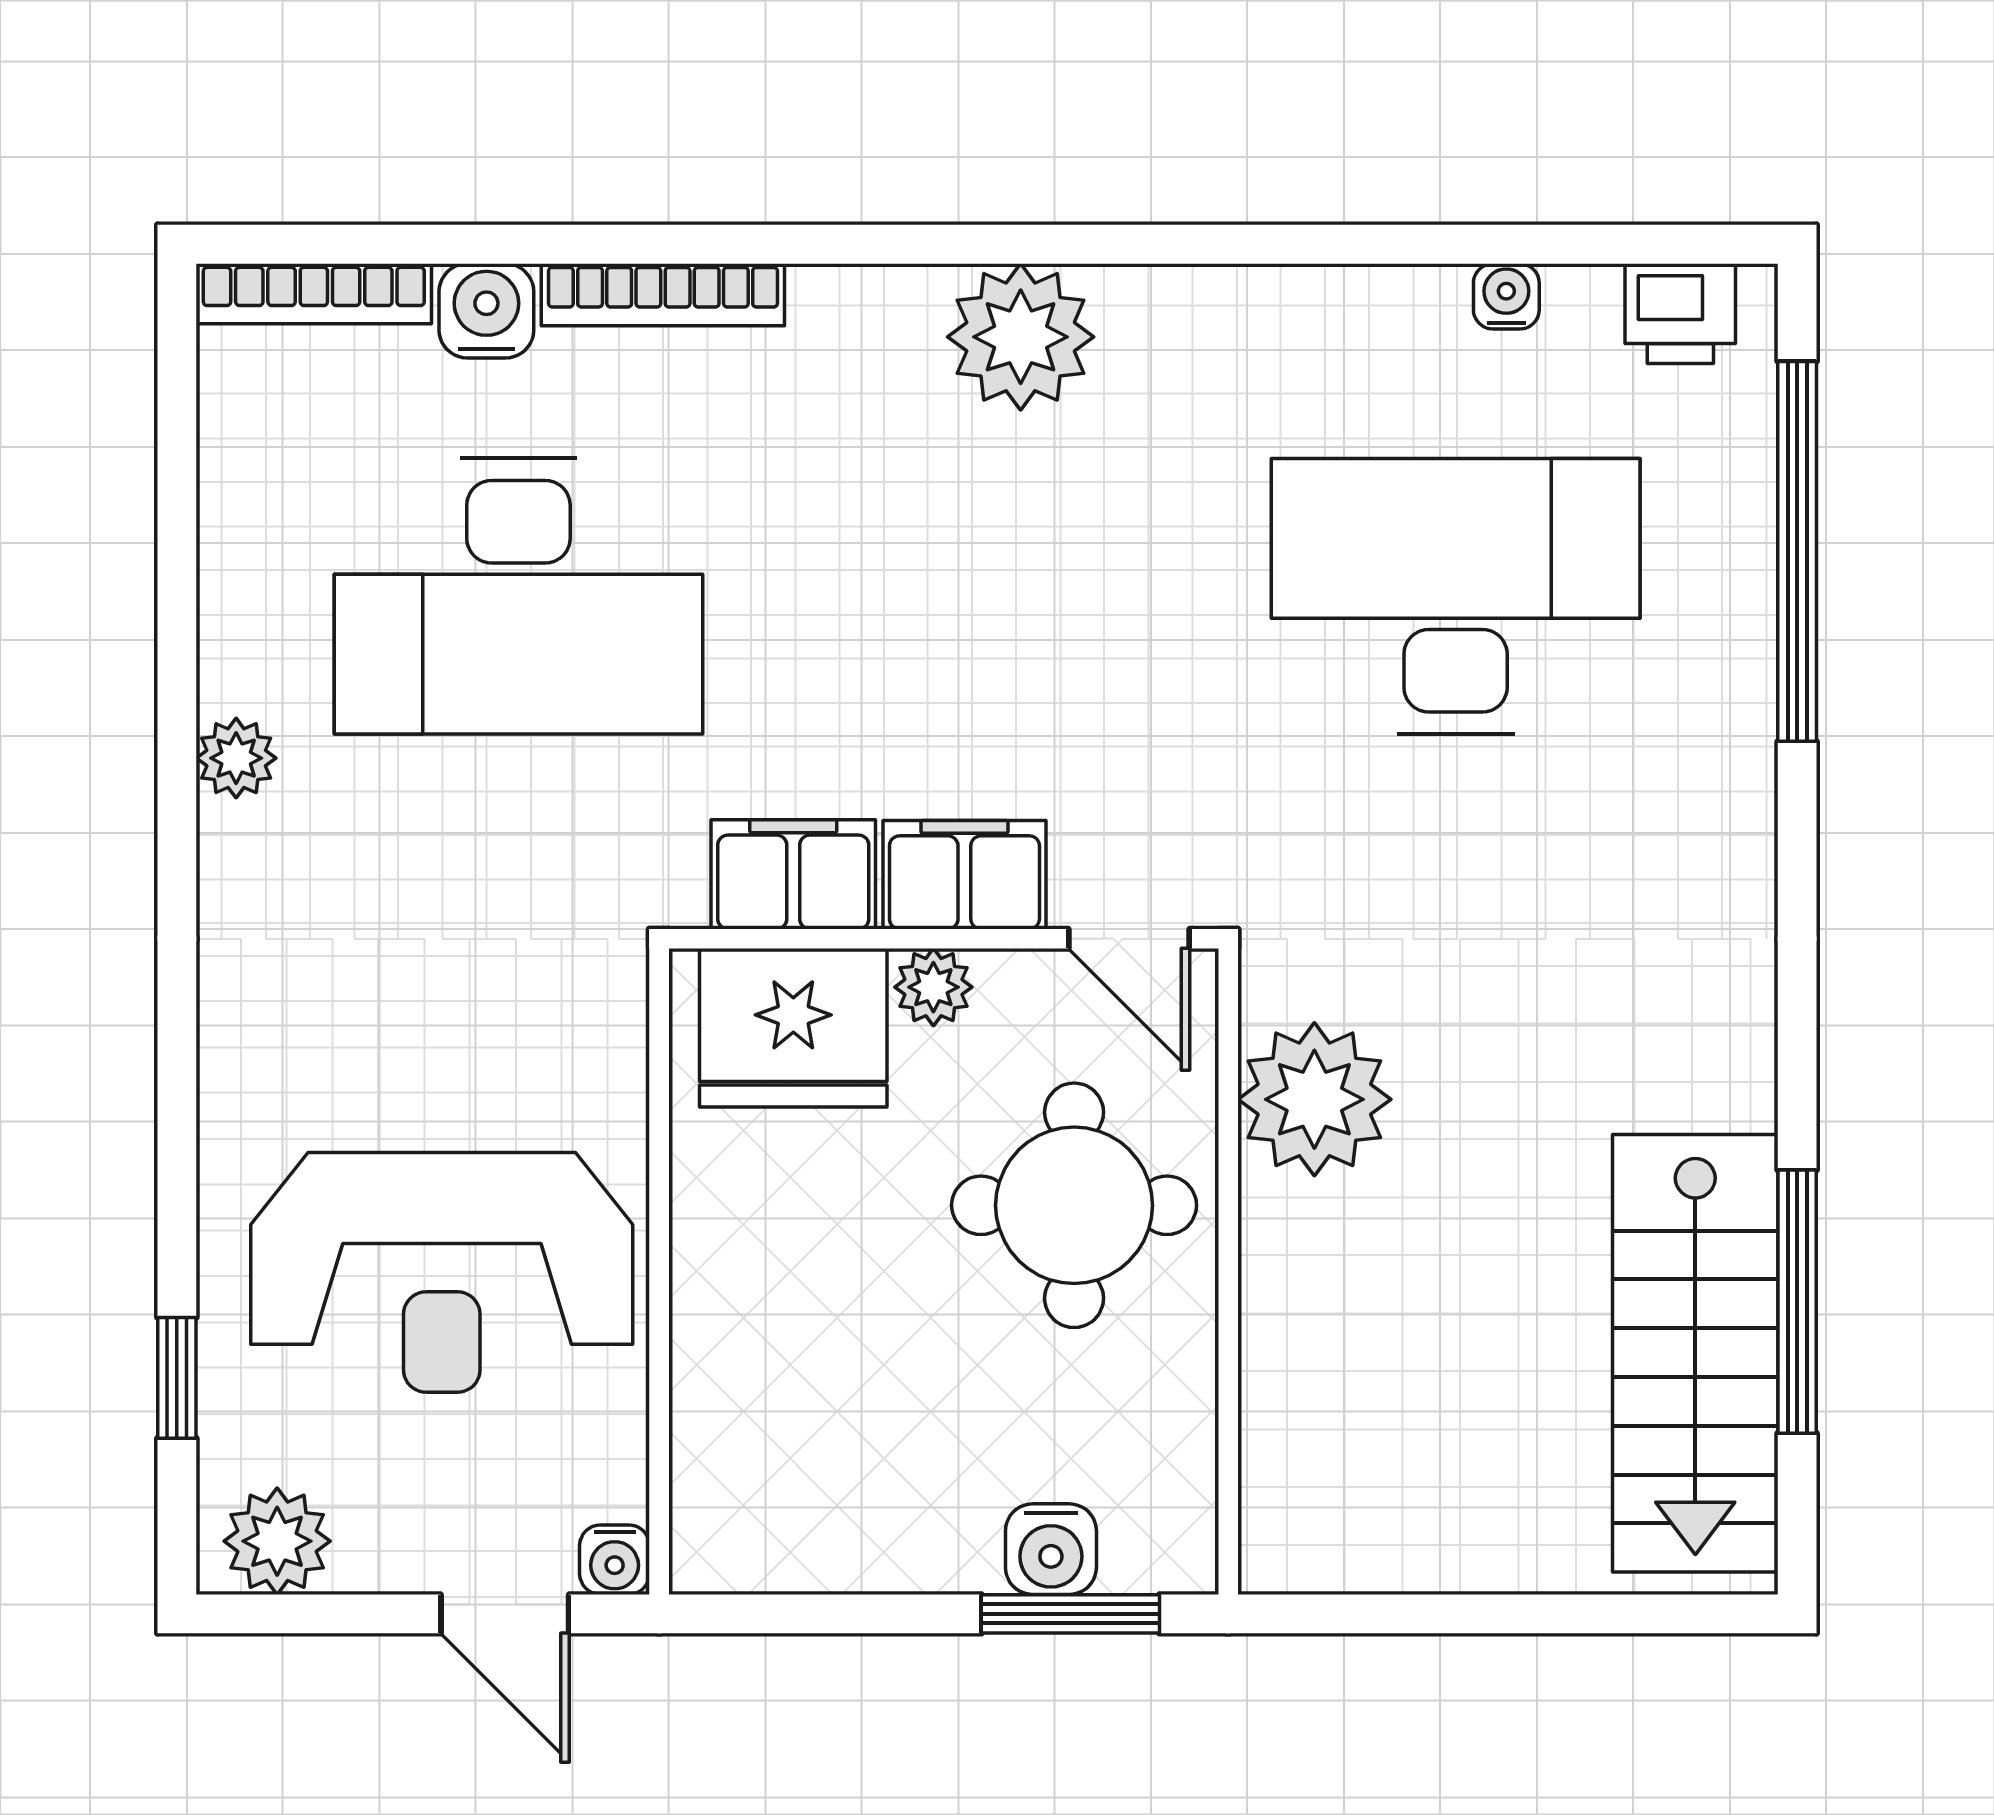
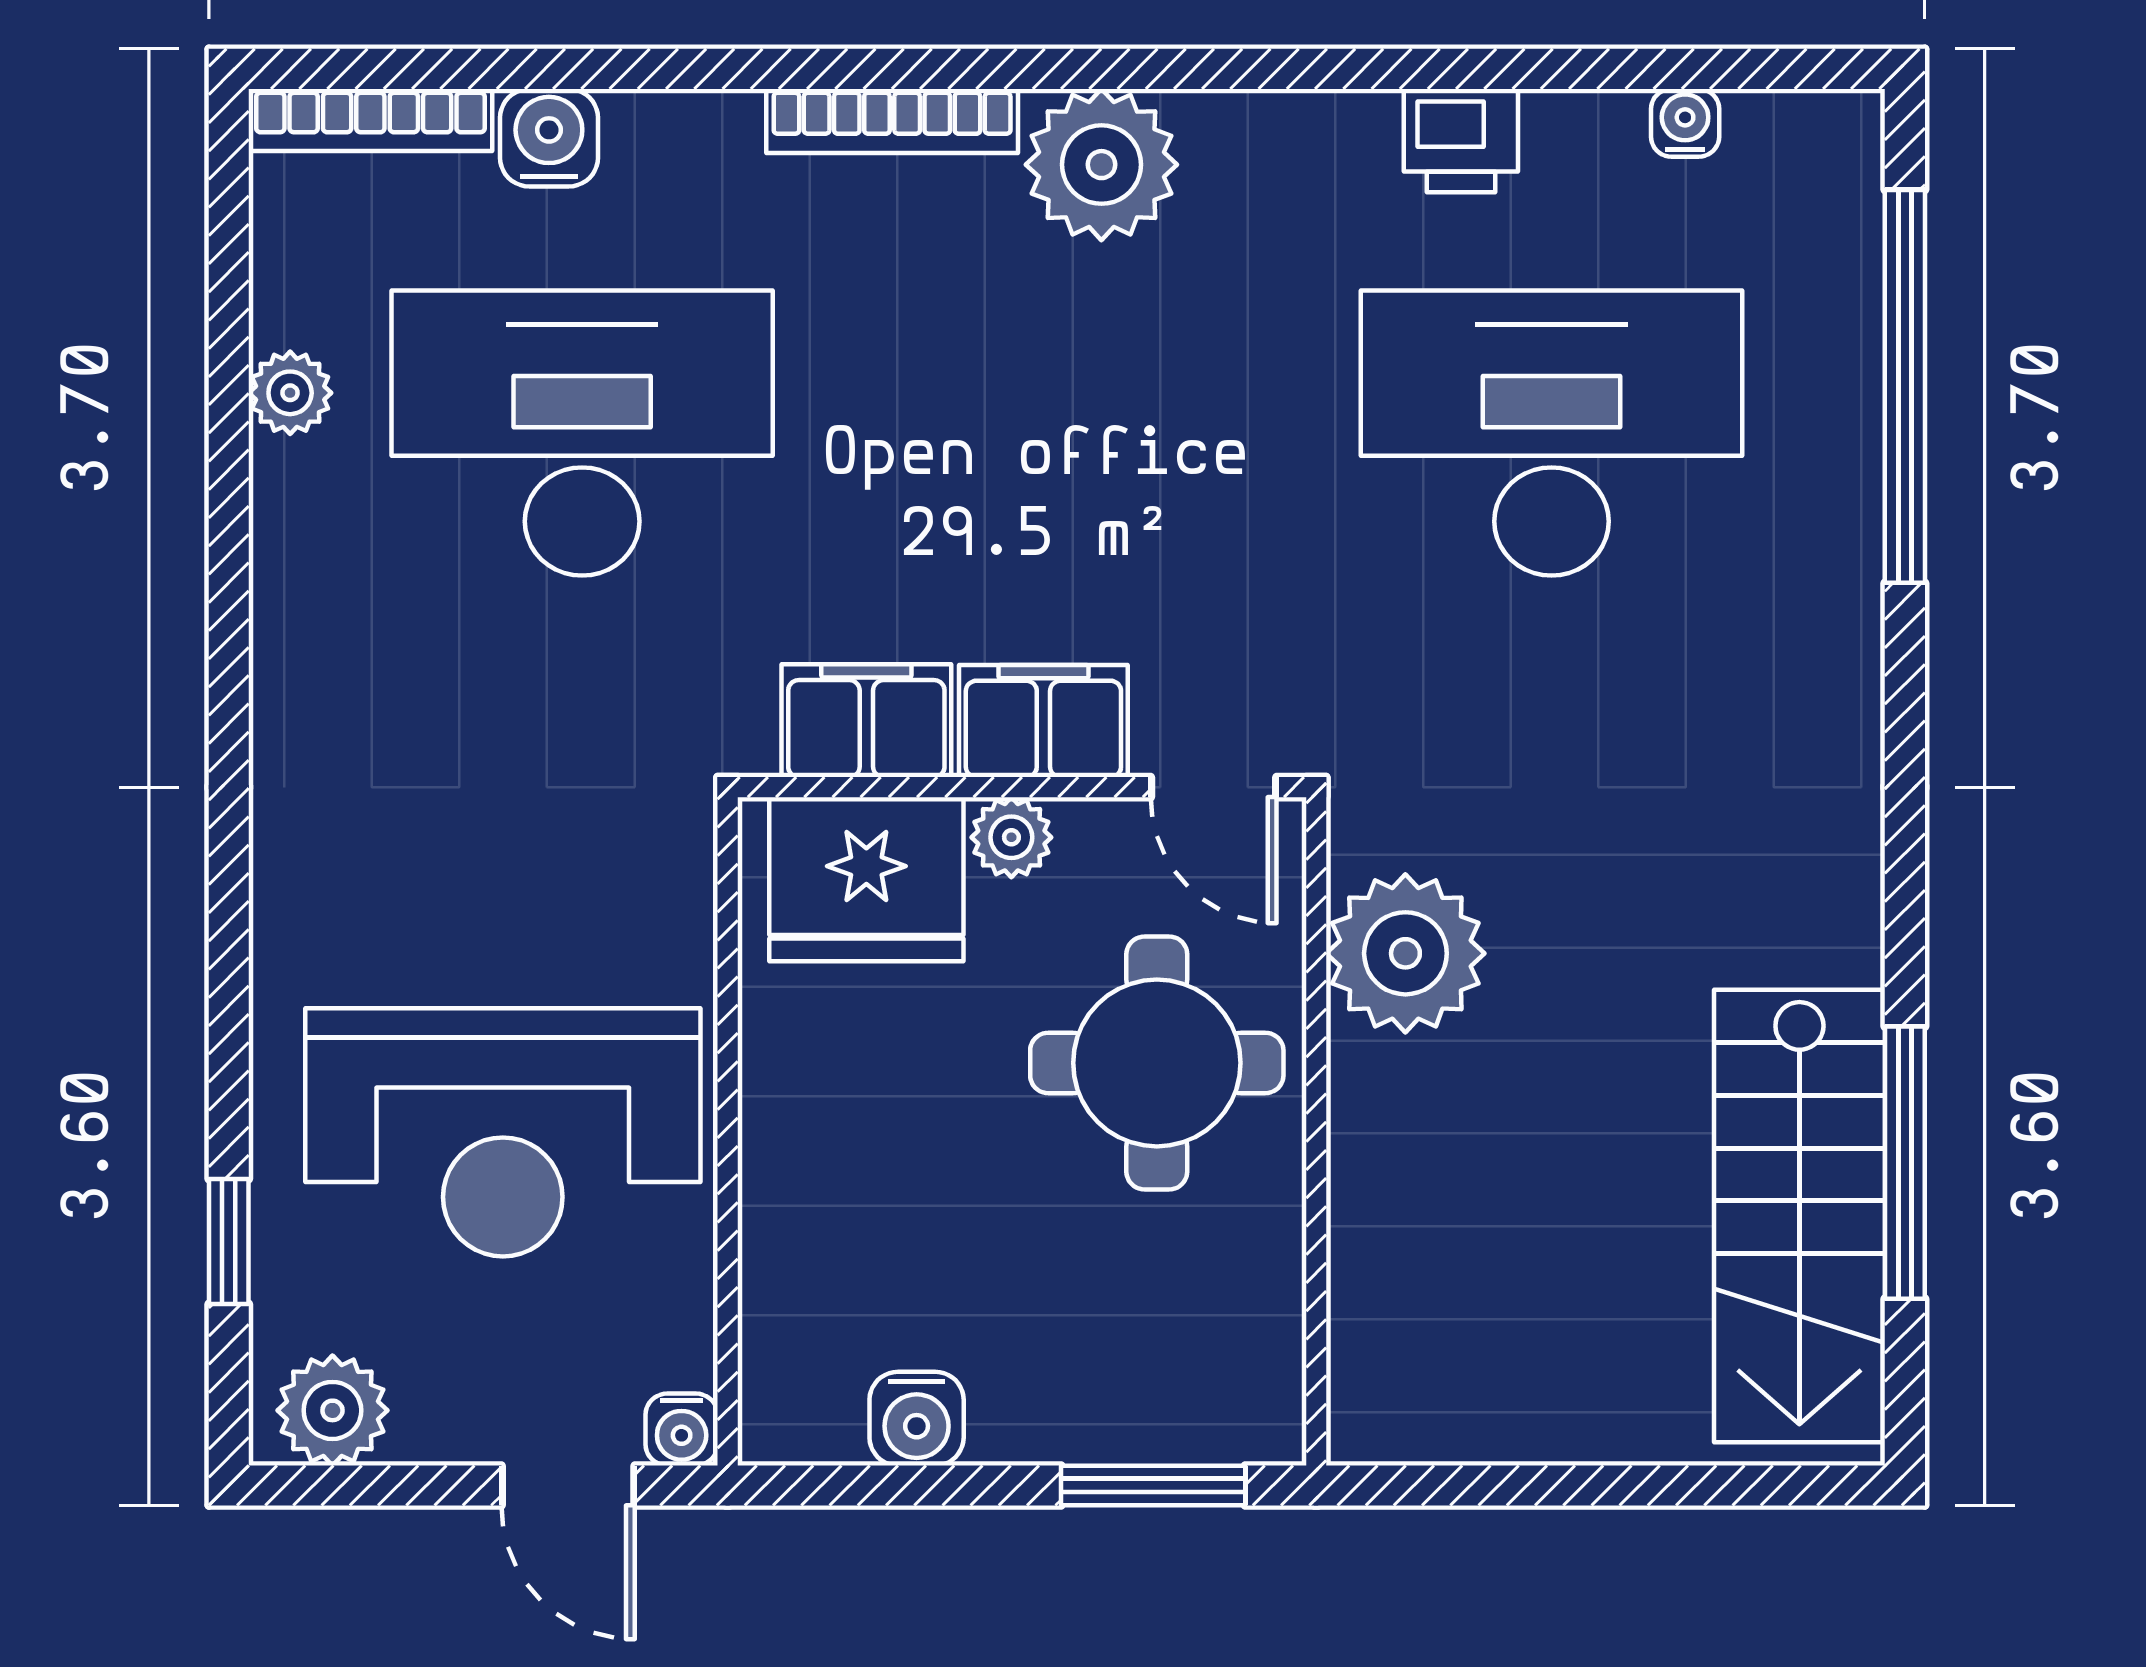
bookcase: (663, 295) -> (892, 121), moved
water cooler: (1506, 296) -> (1685, 123), moved
printer: (1680, 314) -> (1461, 141), moved
desk: (518, 596) -> (582, 433), turned 180
plant: (236, 758) -> (290, 393), moved
water cooler: (1051, 1549) -> (917, 1419), moved

